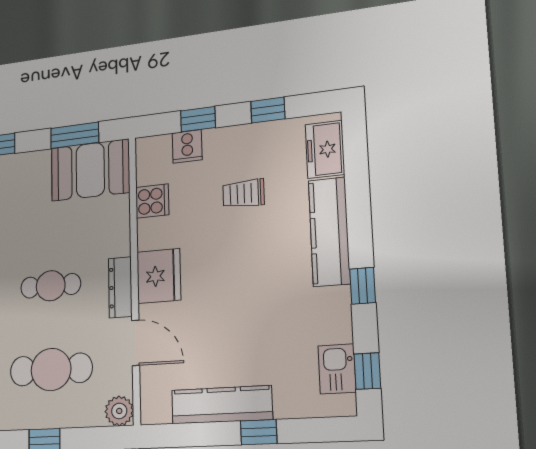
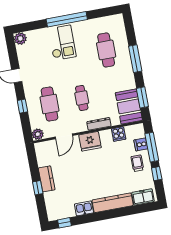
window: (198, 119) -> (152, 147), width x2.17
trolley: (243, 194) -> (137, 163), moved
window: (363, 286) -> (94, 217), removed
dresser: (120, 287) -> (99, 124), moved
kitchen sink: (337, 369) -> (84, 208), moved
kitchen counter: (222, 405) -> (47, 179), width x0.67

